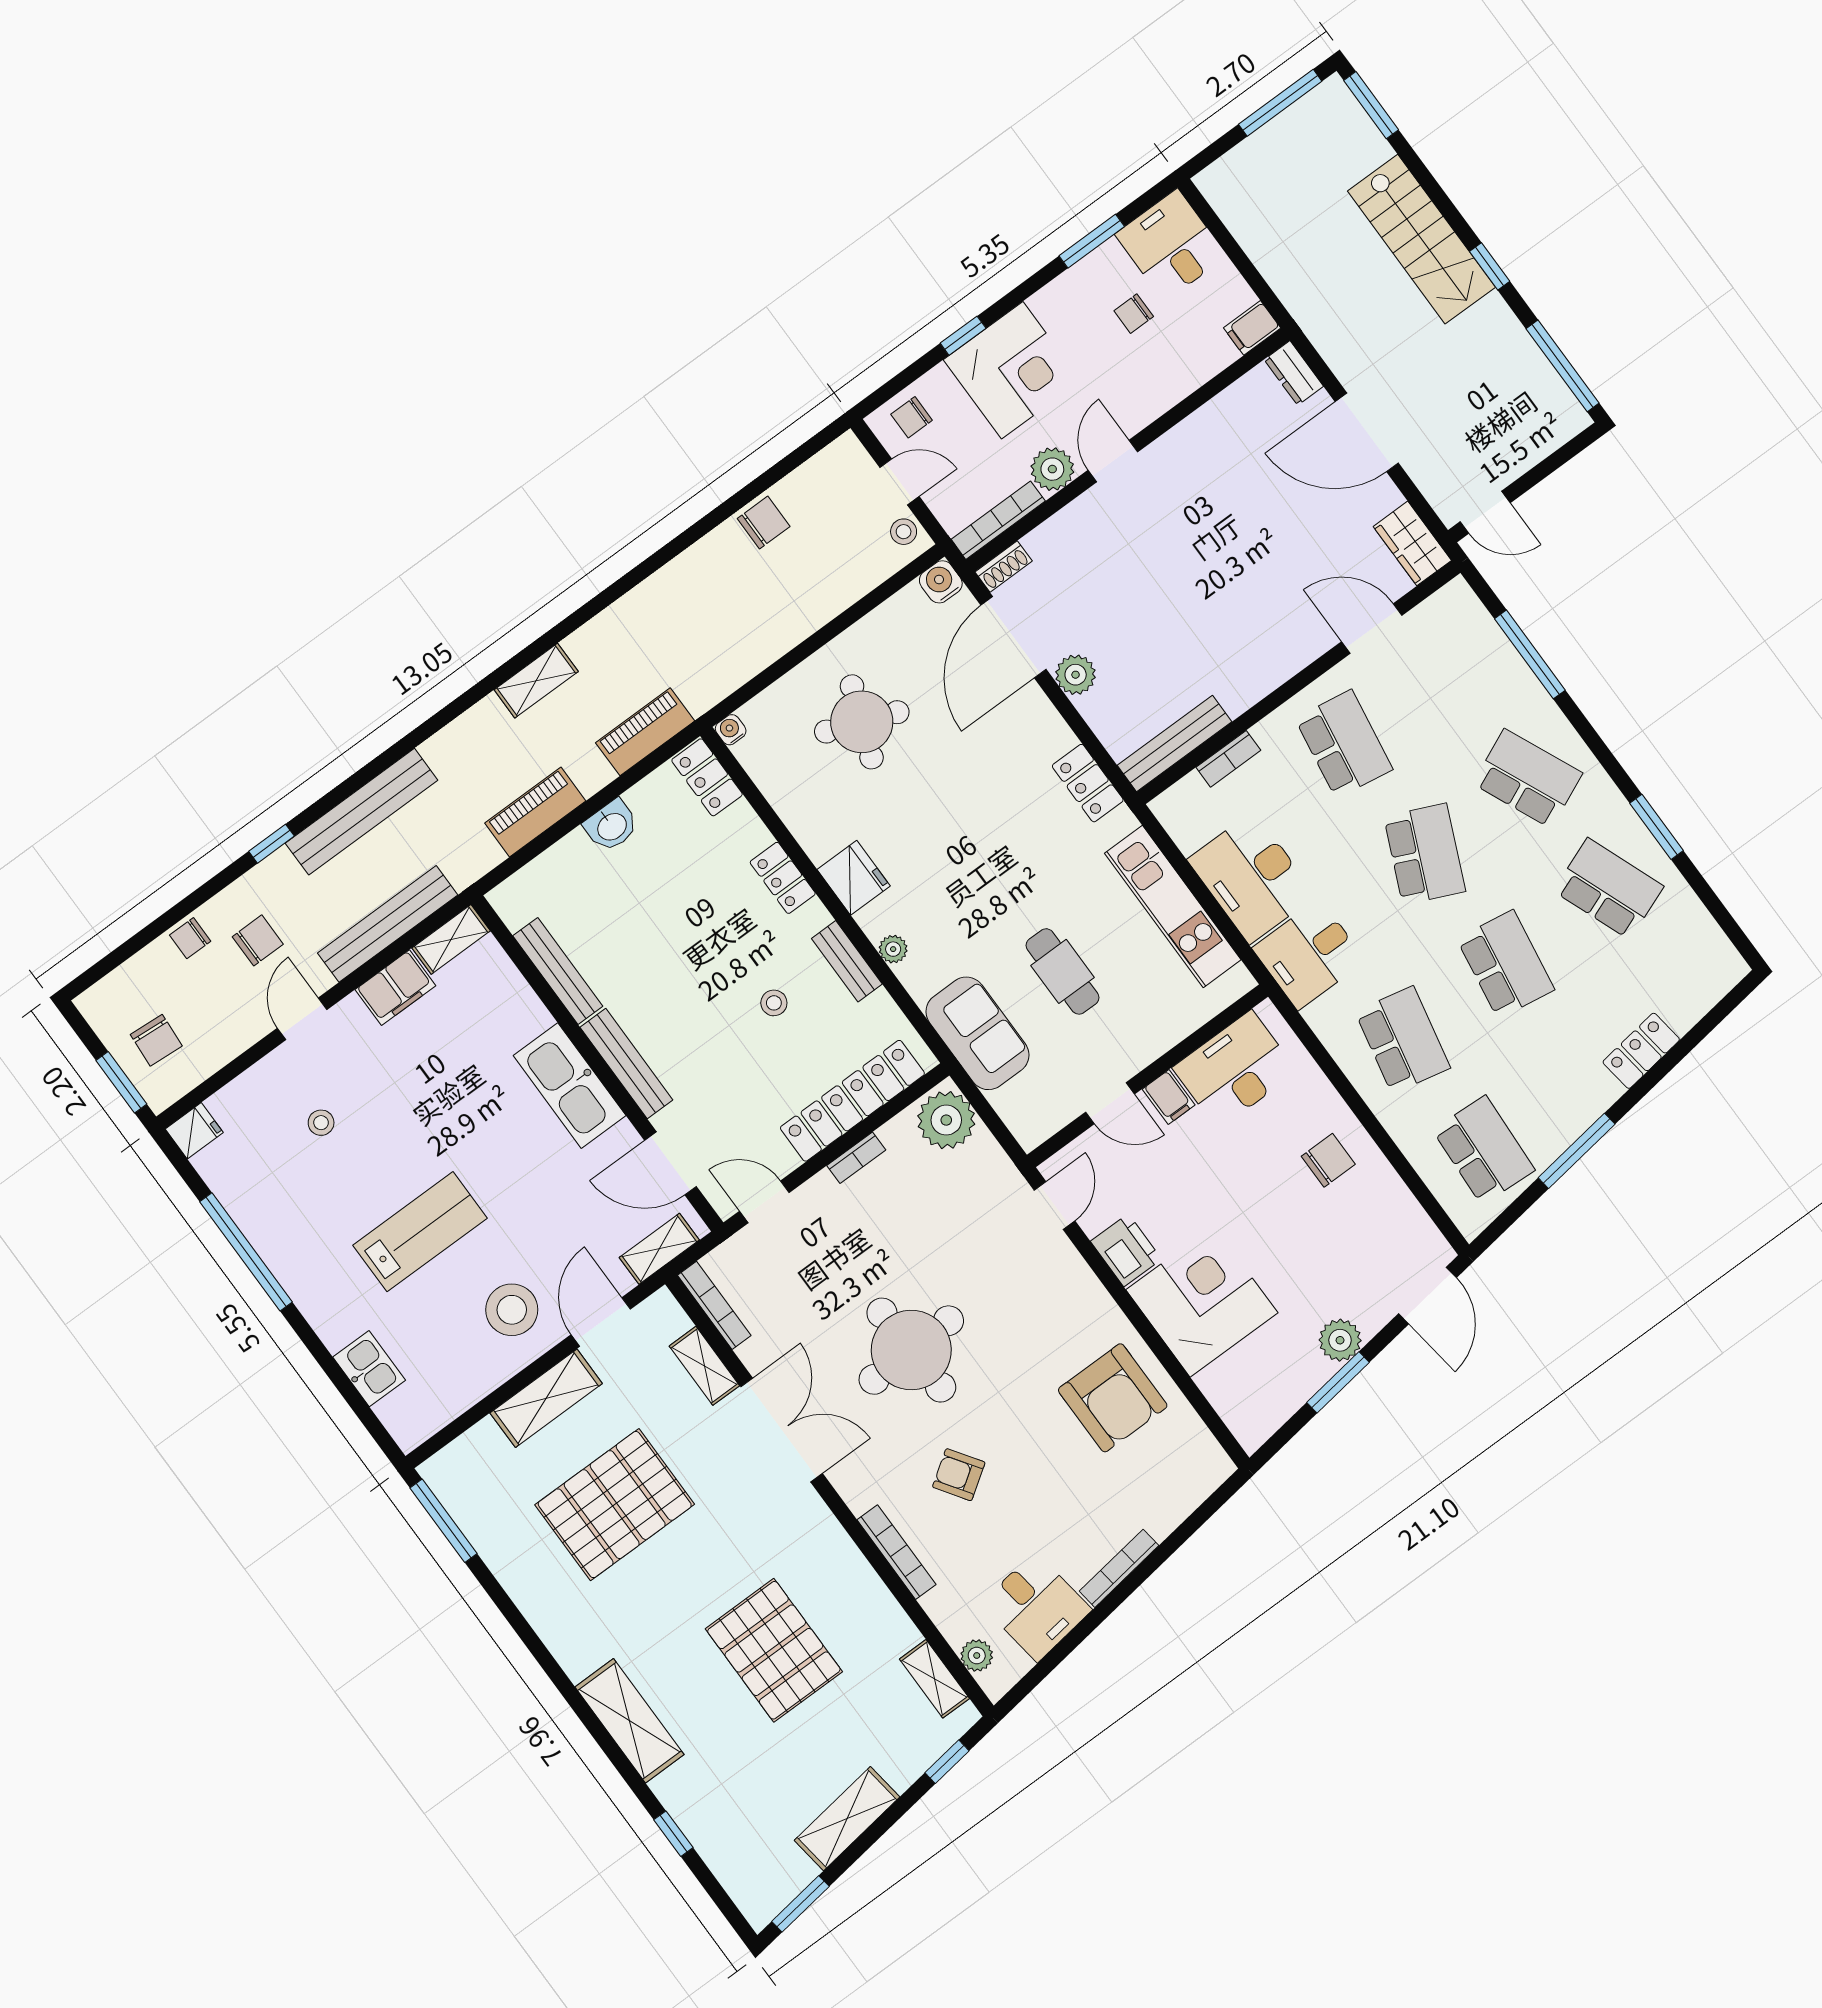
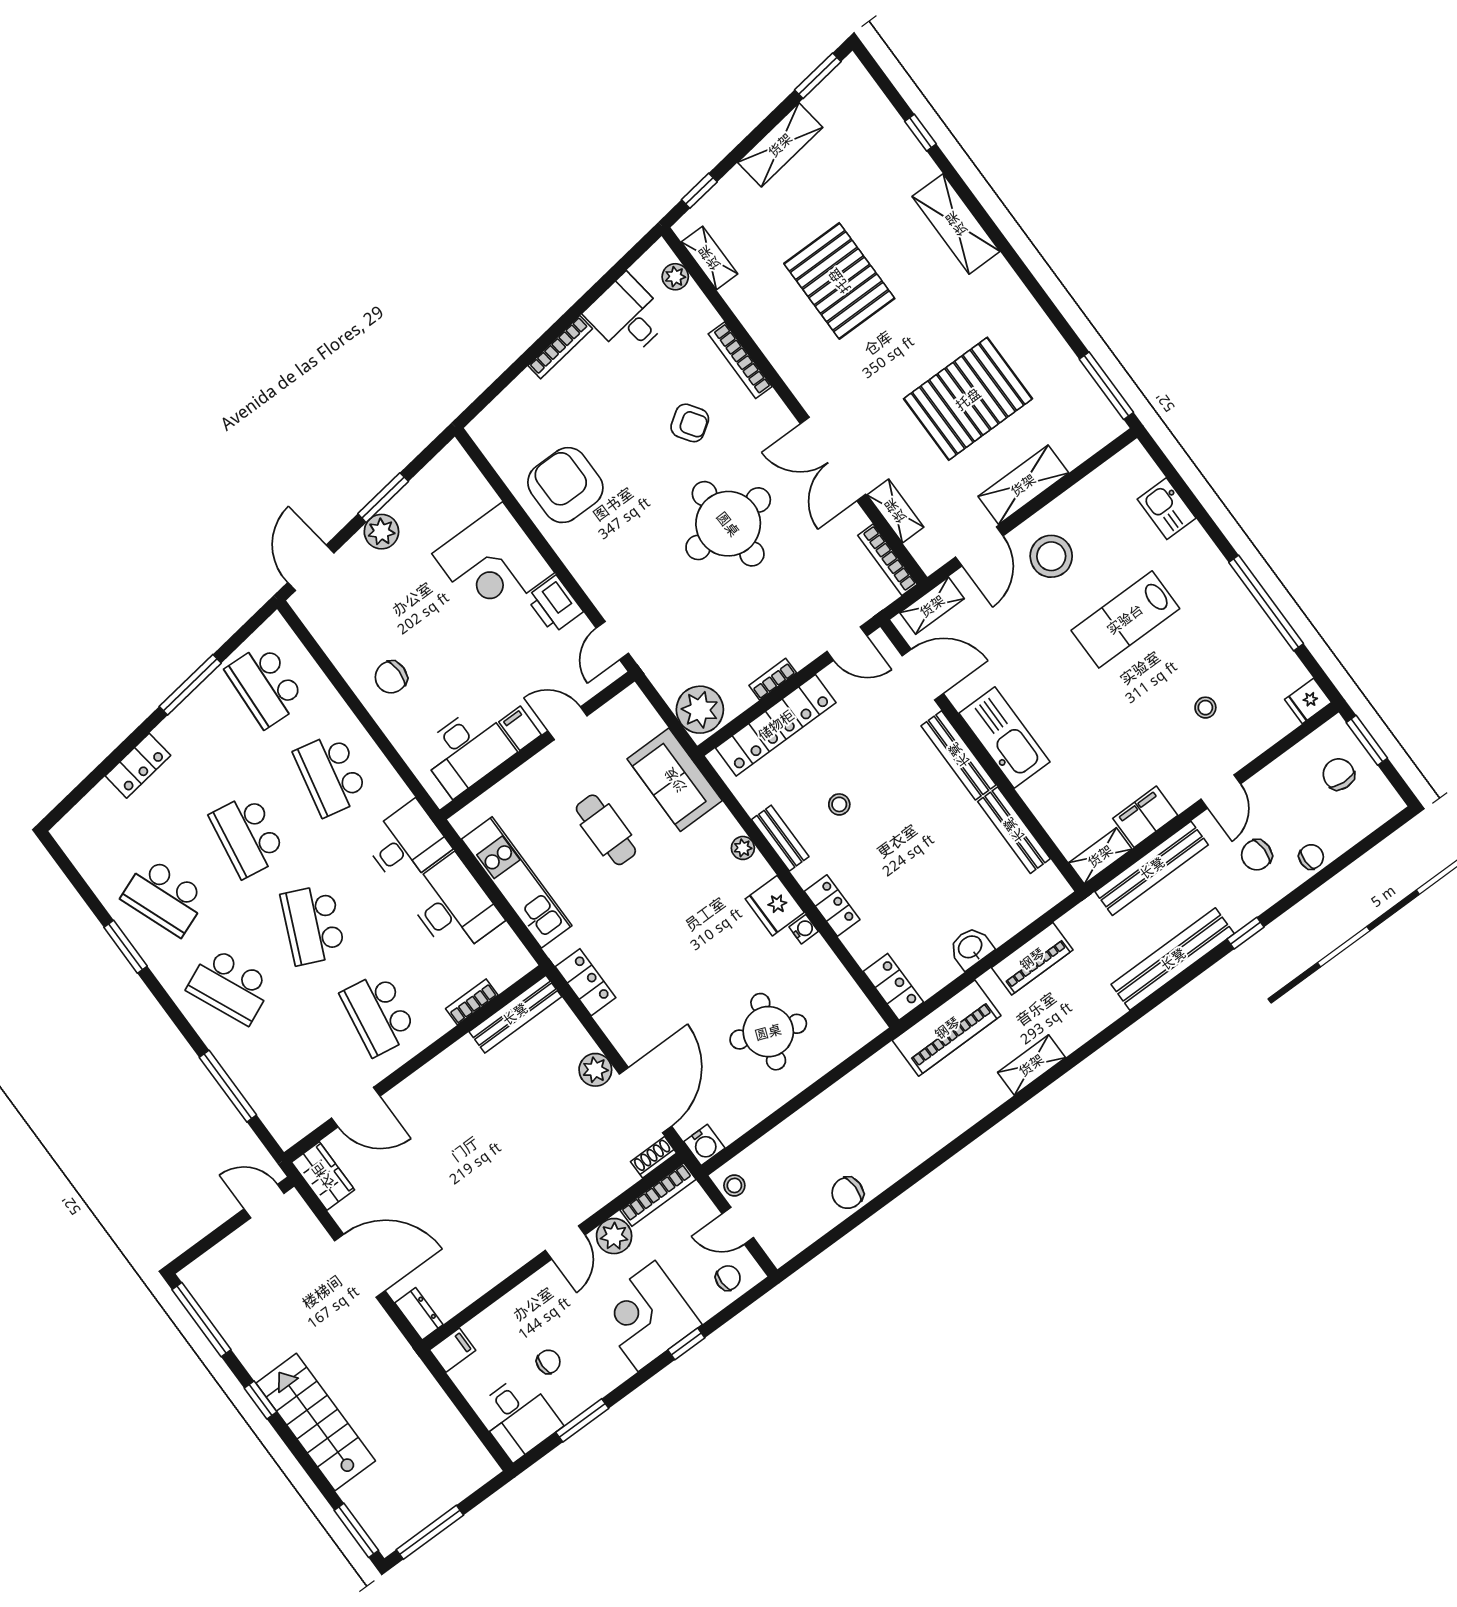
water cooler: (731, 730) -> (804, 929), moved, turned -90
piano: (645, 732) -> (947, 1028), width x1.37, depth x1.33

